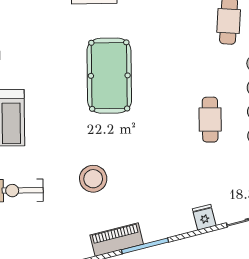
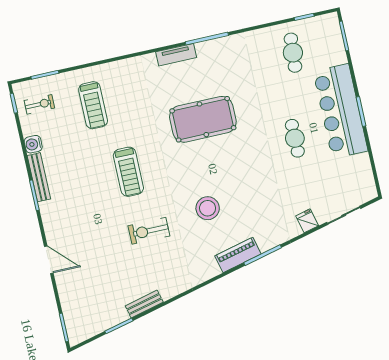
pool table: (109, 76) -> (203, 119), turned 90

